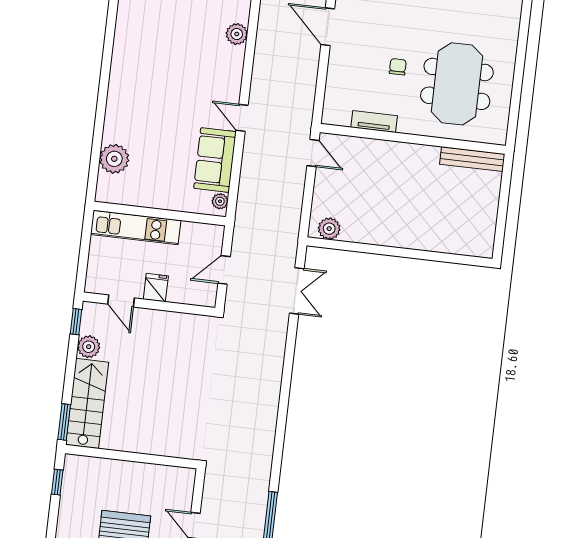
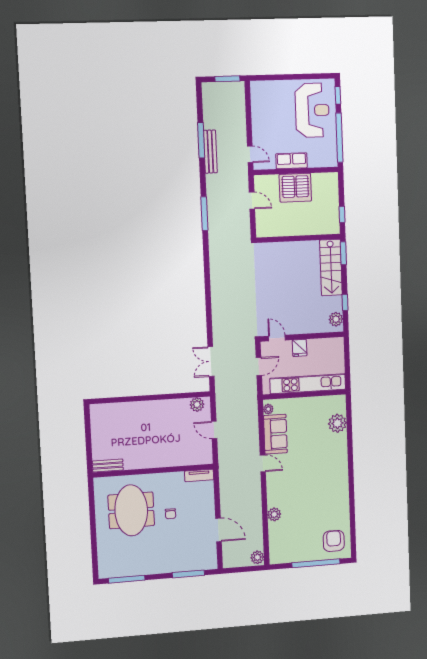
tv unit: (374, 122) -> (199, 475), moved
door: (313, 153) -> (214, 430), moved
bench: (472, 159) -> (108, 466), width x0.73
kitchen unit: (136, 227) -> (308, 384), width x1.36
door: (121, 301) -> (277, 338), moved
window: (76, 322) -> (345, 302), moved
plant: (89, 347) -> (336, 319), moved

